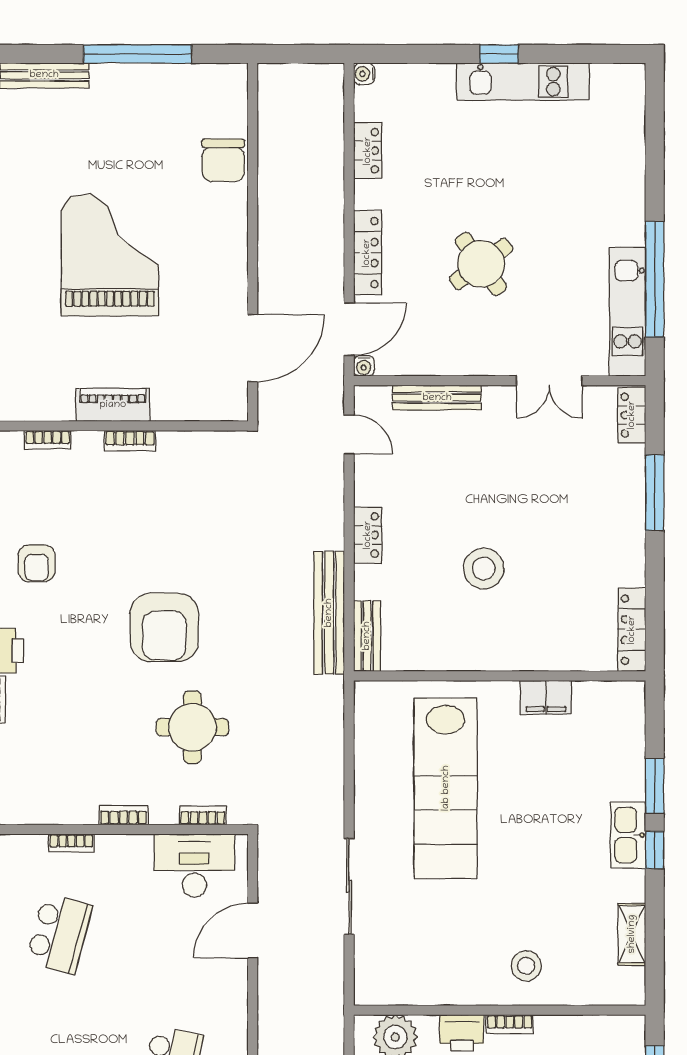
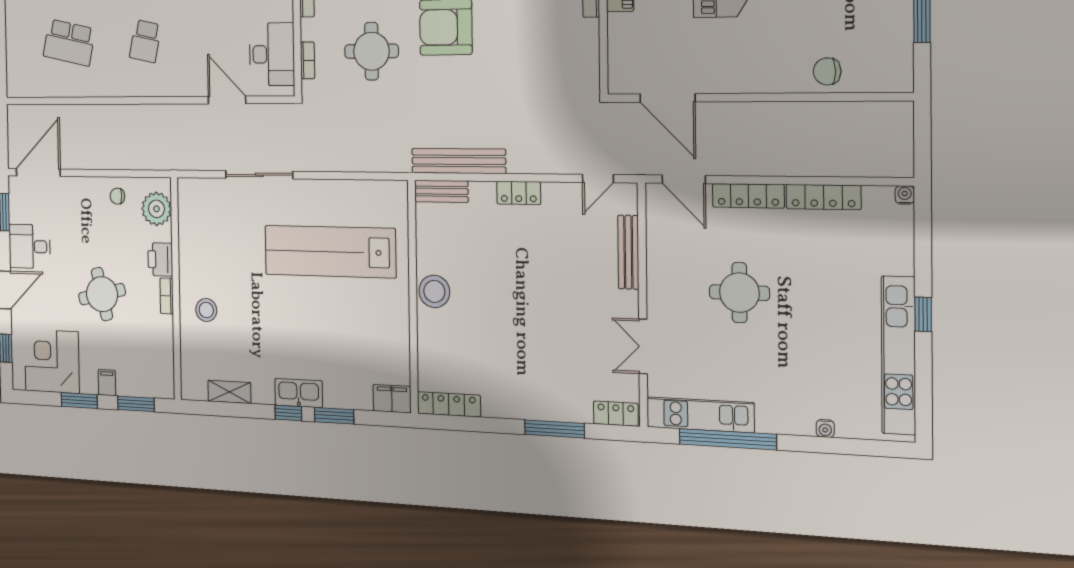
kitchen unit: (523, 82) -> (898, 355), width x1.36
locker: (368, 151) -> (823, 197), width x1.53
chair: (223, 160) -> (827, 71), width x0.73, depth x0.73
round table: (481, 264) -> (739, 293), turned 36
water cooler: (364, 366) -> (825, 428), moved, turned -90
stool: (484, 569) -> (434, 291), moved
filing cabinet: (546, 697) -> (392, 399), moved, turned 90

